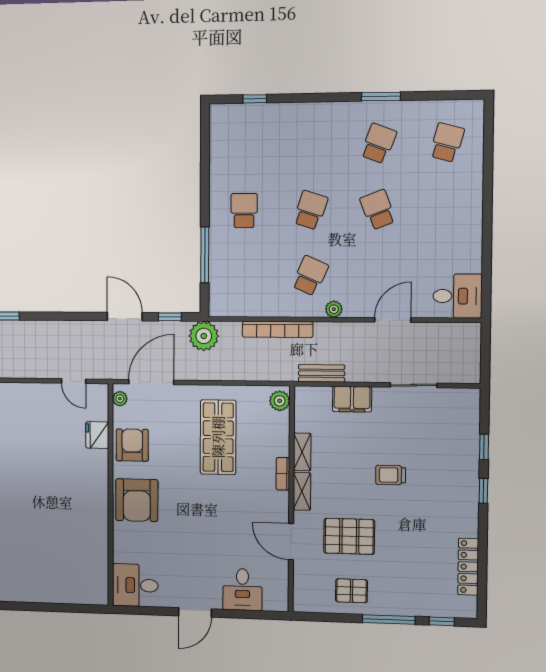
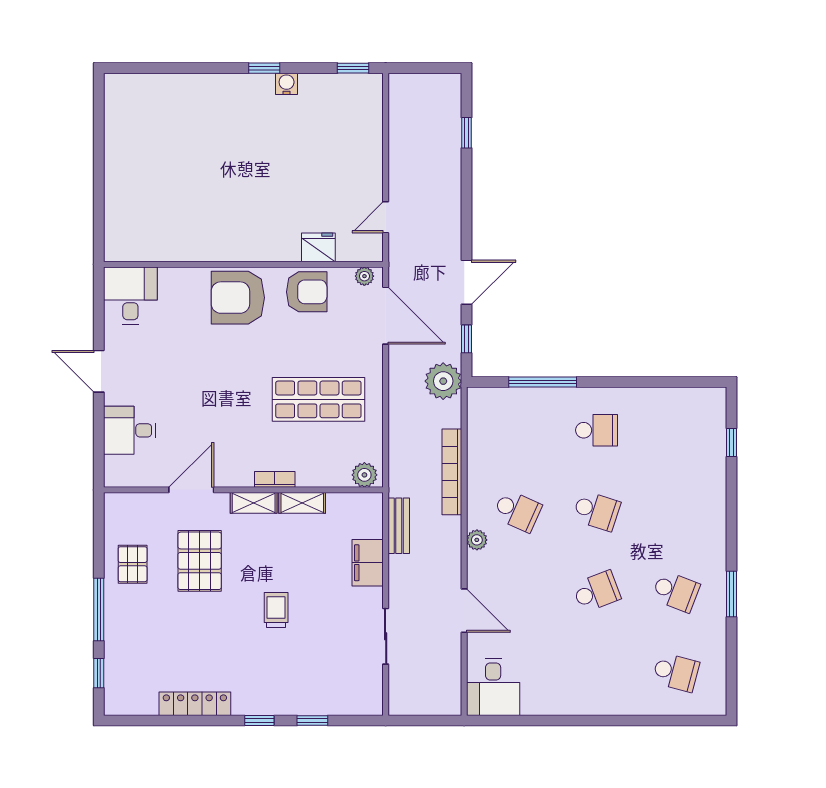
locker: (468, 567) -> (195, 704), moved

